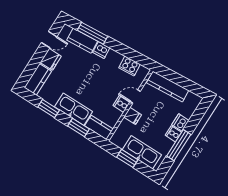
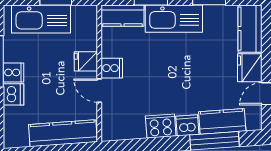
cooker: (129, 66) -> (161, 126), moved
door: (135, 97) -> (99, 91), swing flipped

